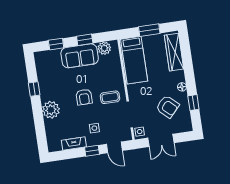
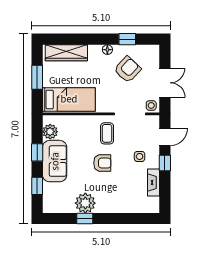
plant: (51, 110) -> (85, 203), moved

